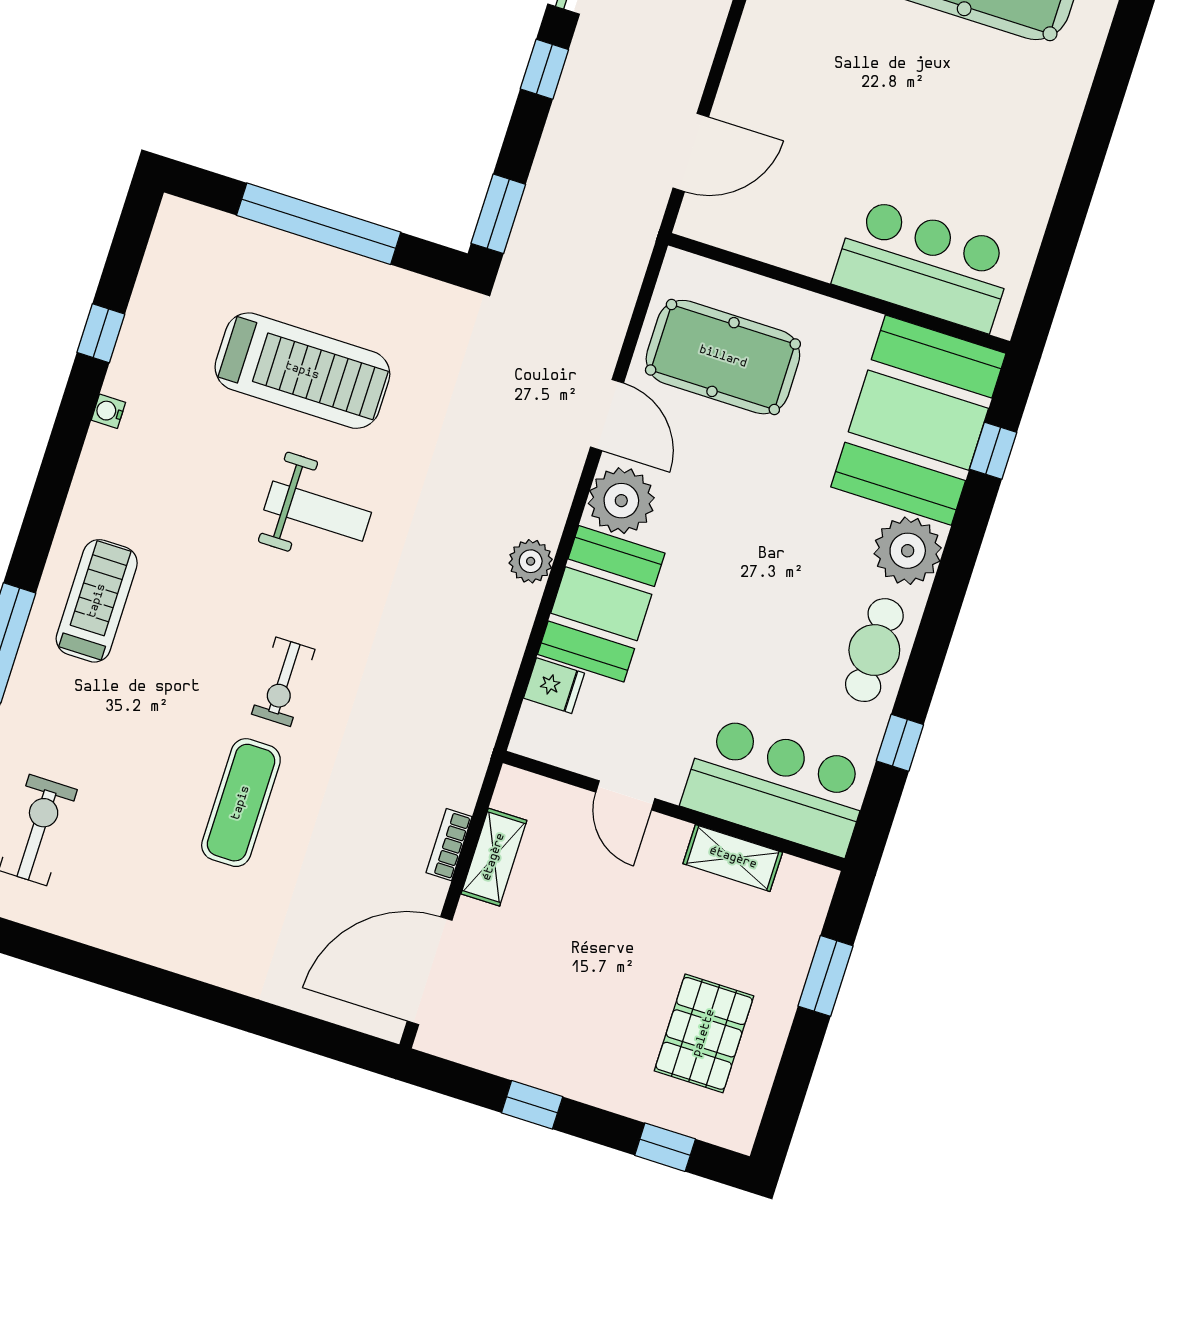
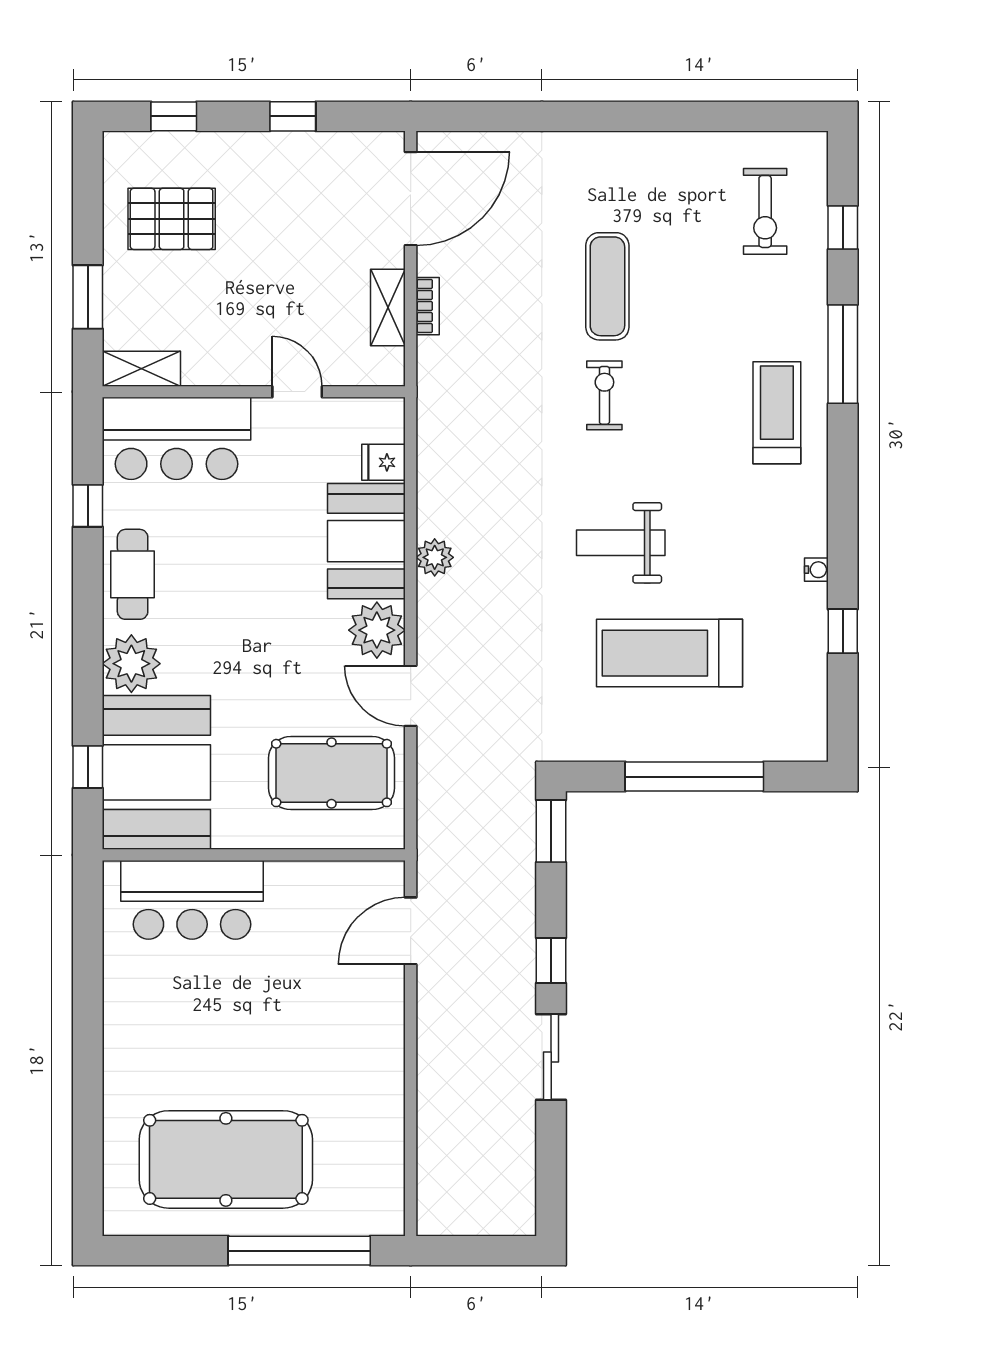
treadmill: (97, 601) -> (777, 413), turned 180
shelving: (733, 858) -> (141, 369), moved
pallet: (704, 1033) -> (172, 219), turned 90

